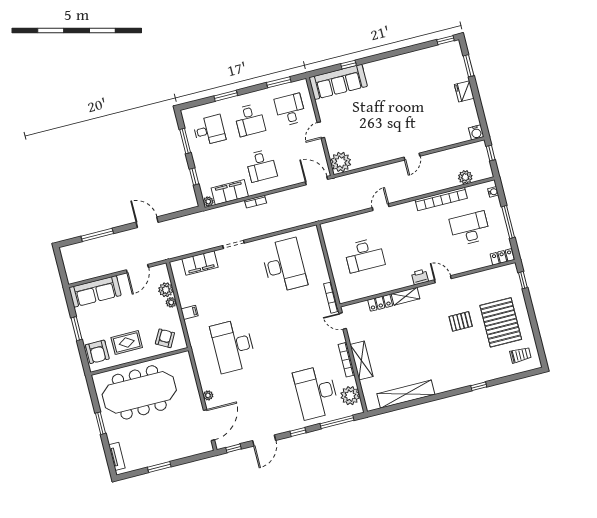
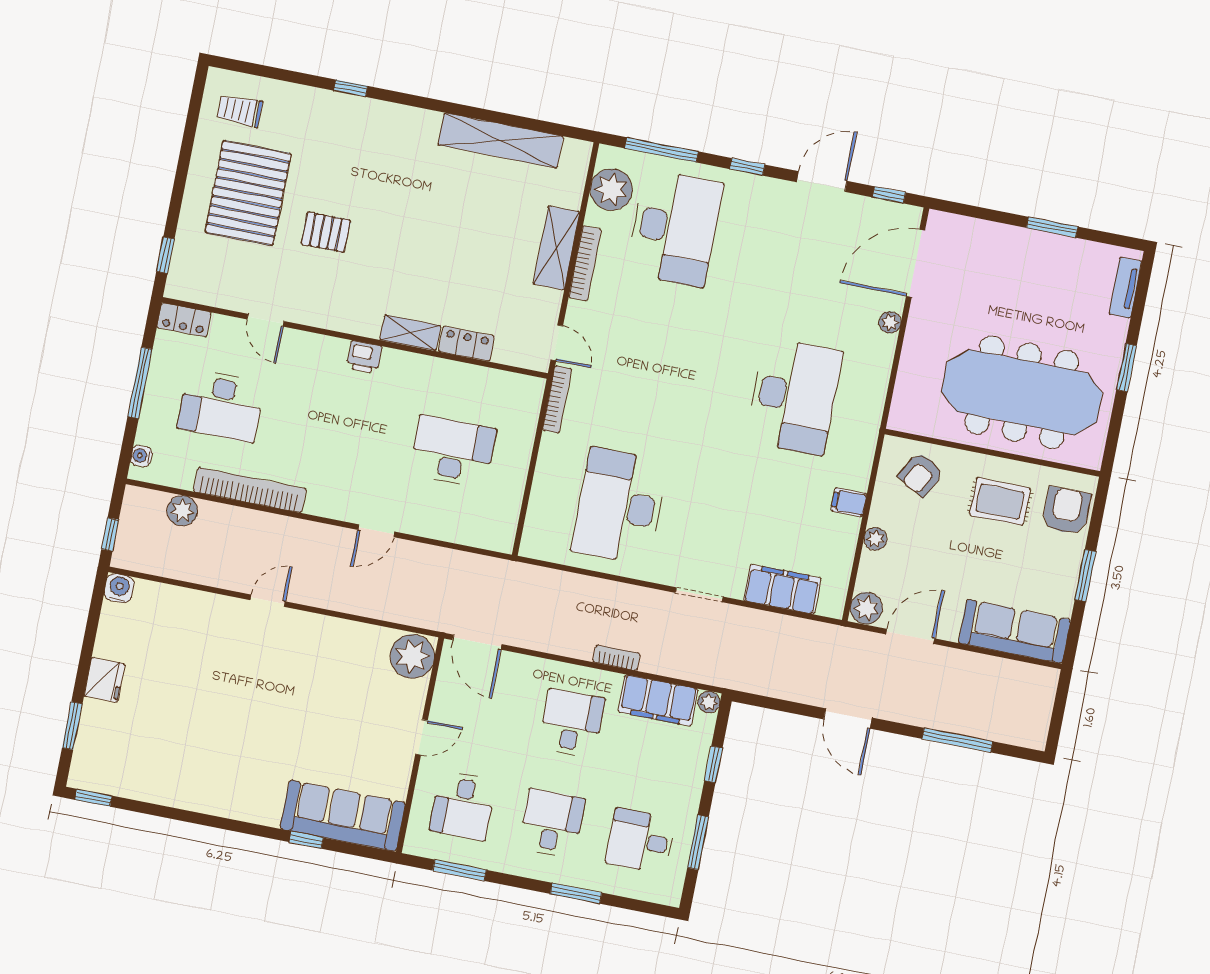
door: (443, 279) -> (266, 320), moved
plant: (166, 290) -> (866, 608), moved

